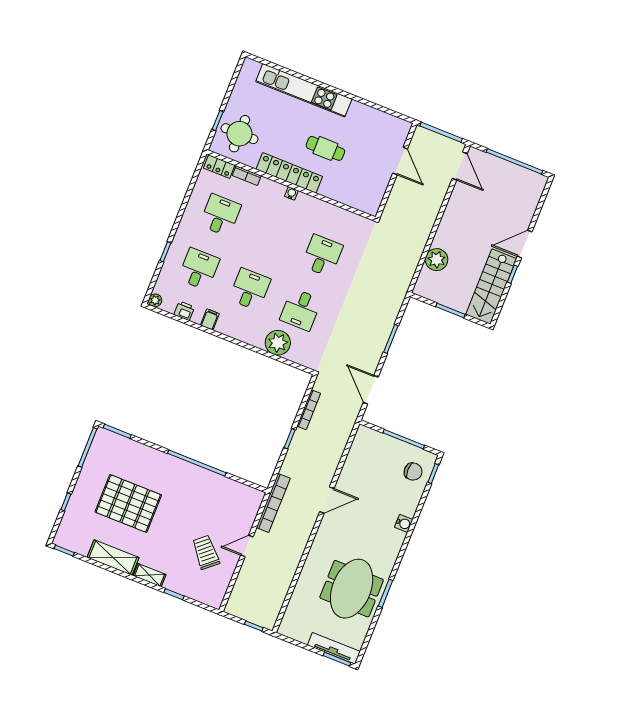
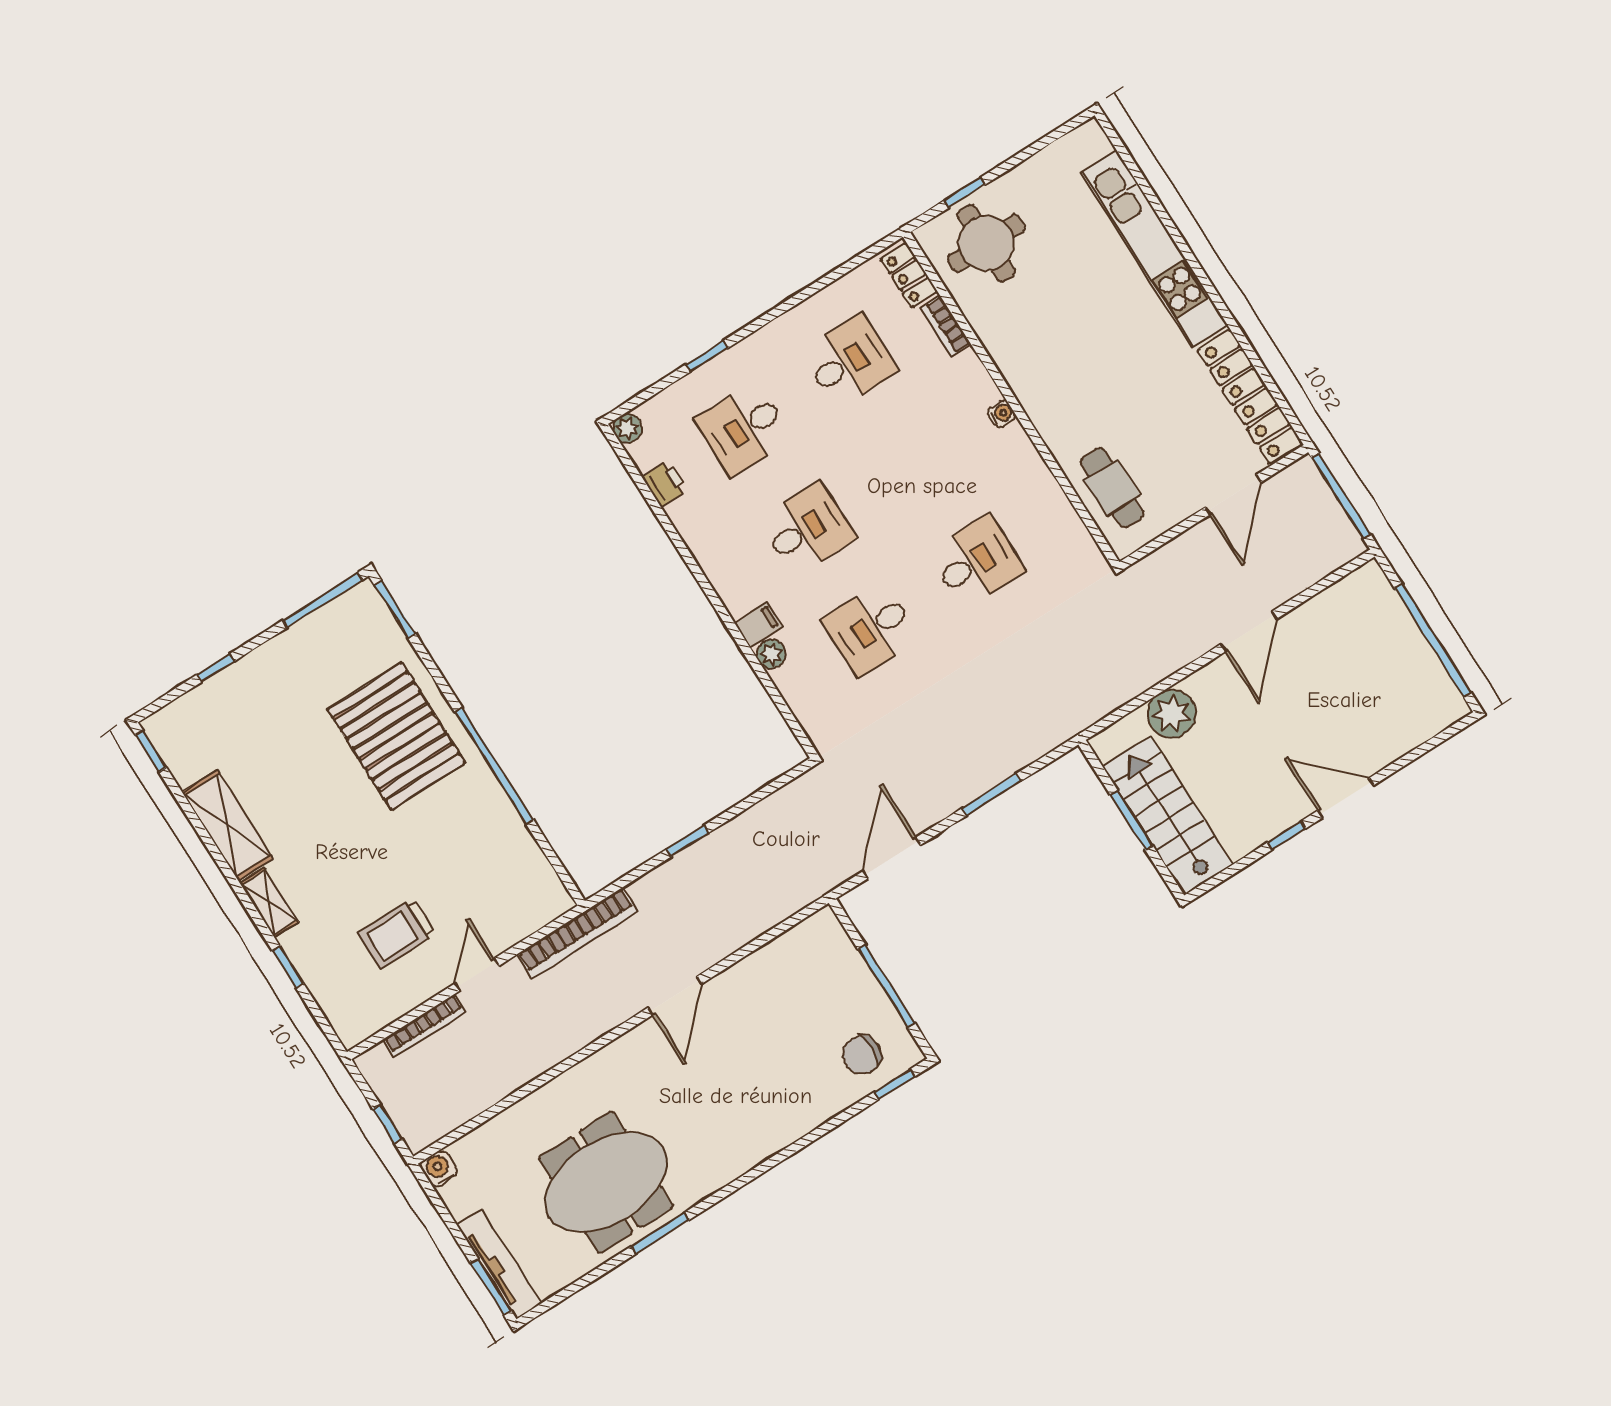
cafe table: (325, 148) -> (1112, 488), moved
door: (460, 166) -> (1249, 631), moved
locker: (289, 173) -> (1250, 397), moved, turned 180
desk: (199, 269) -> (744, 429), turned 180
stairs: (491, 287) -> (1168, 815), moved, turned 90
filing cabinet: (210, 319) -> (758, 625), moved
plant: (278, 343) -> (771, 654), width x0.53, depth x0.53
bookcase: (309, 410) -> (425, 1026), moved
chair: (413, 472) -> (862, 1055), turned 90
door: (327, 500) -> (675, 996), hinge flipped
pallet: (128, 503) -> (396, 736), moved
water cooler: (404, 523) -> (439, 1168), moved, turned 180
door: (247, 546) -> (477, 975), hinge flipped
trolley: (206, 552) -> (397, 934), turned -139

